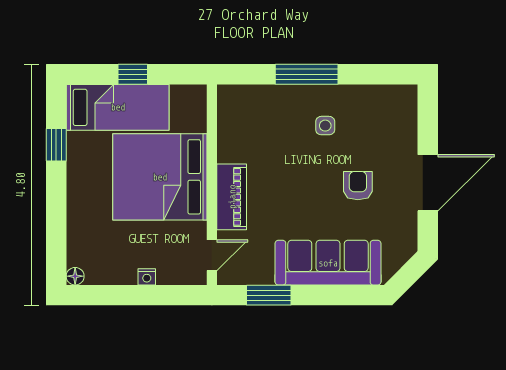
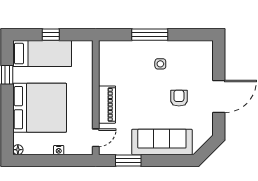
bed: (160, 177) -> (40, 108), moved, turned 180

